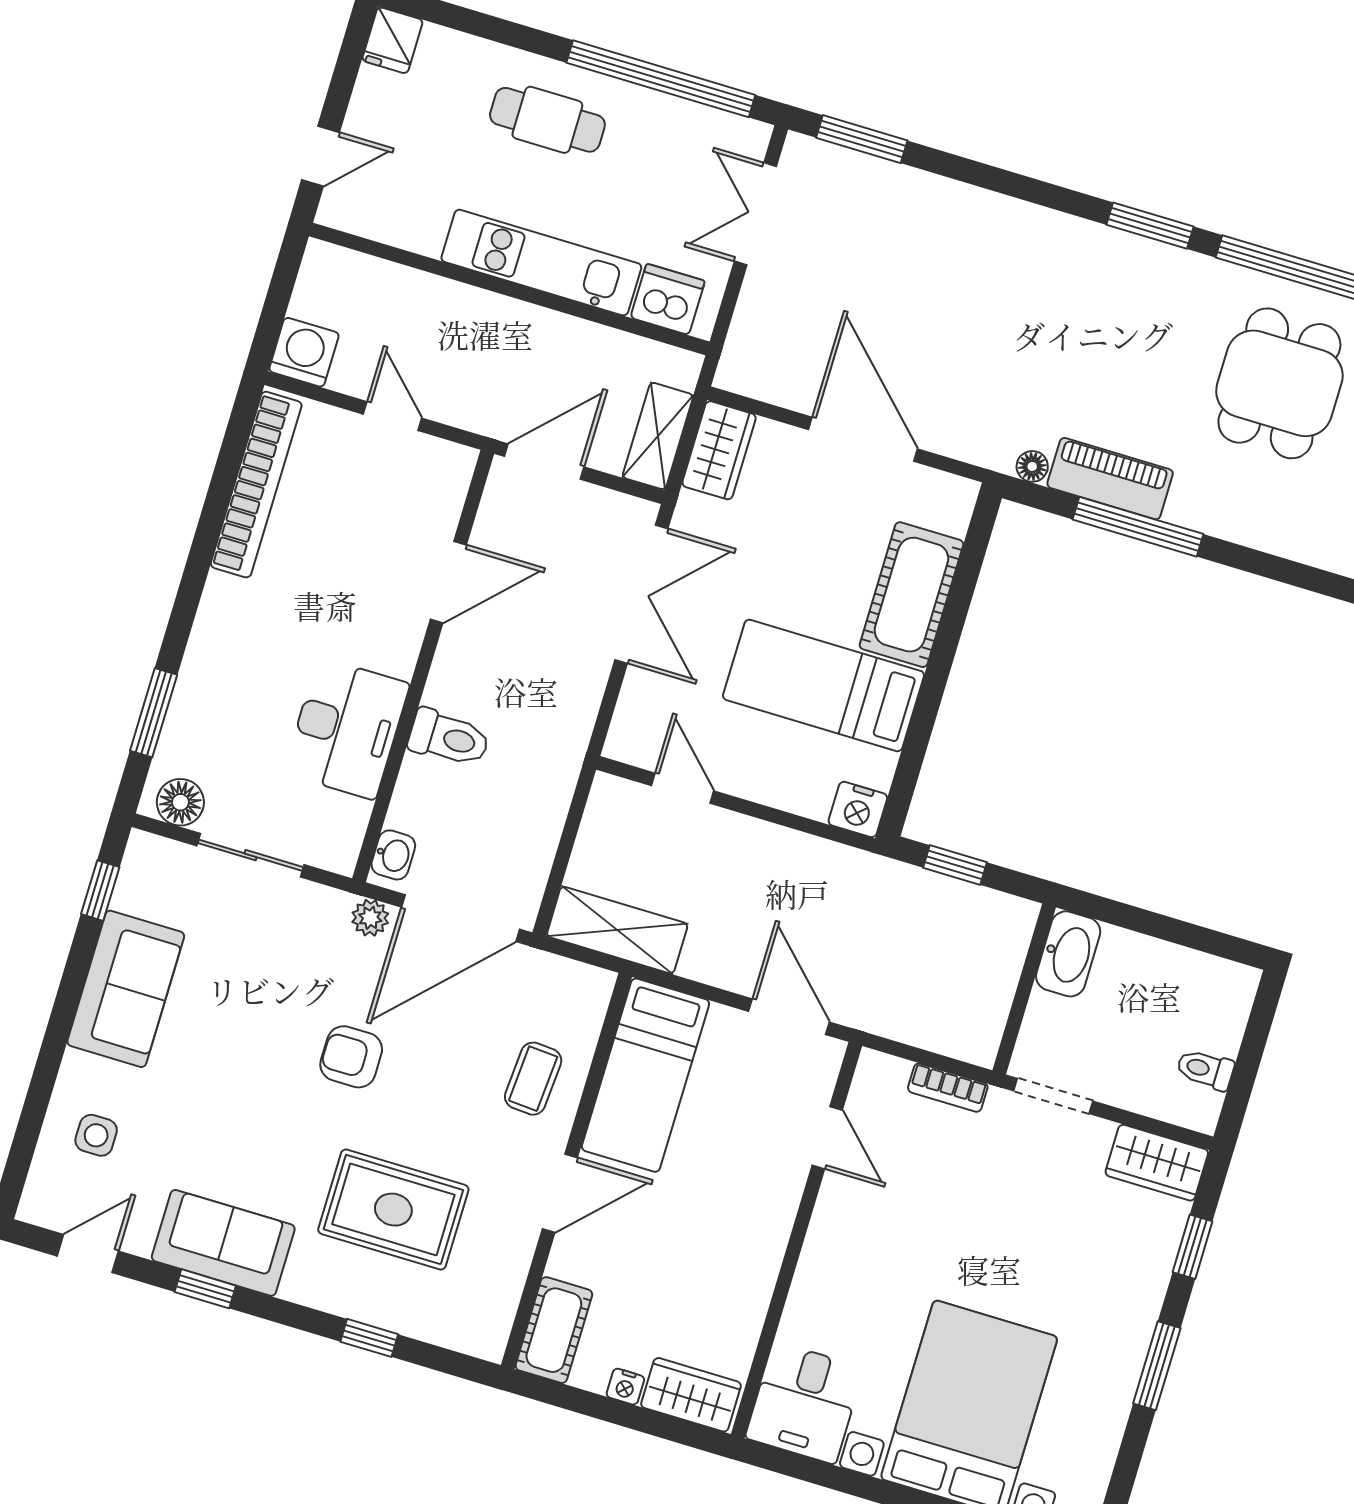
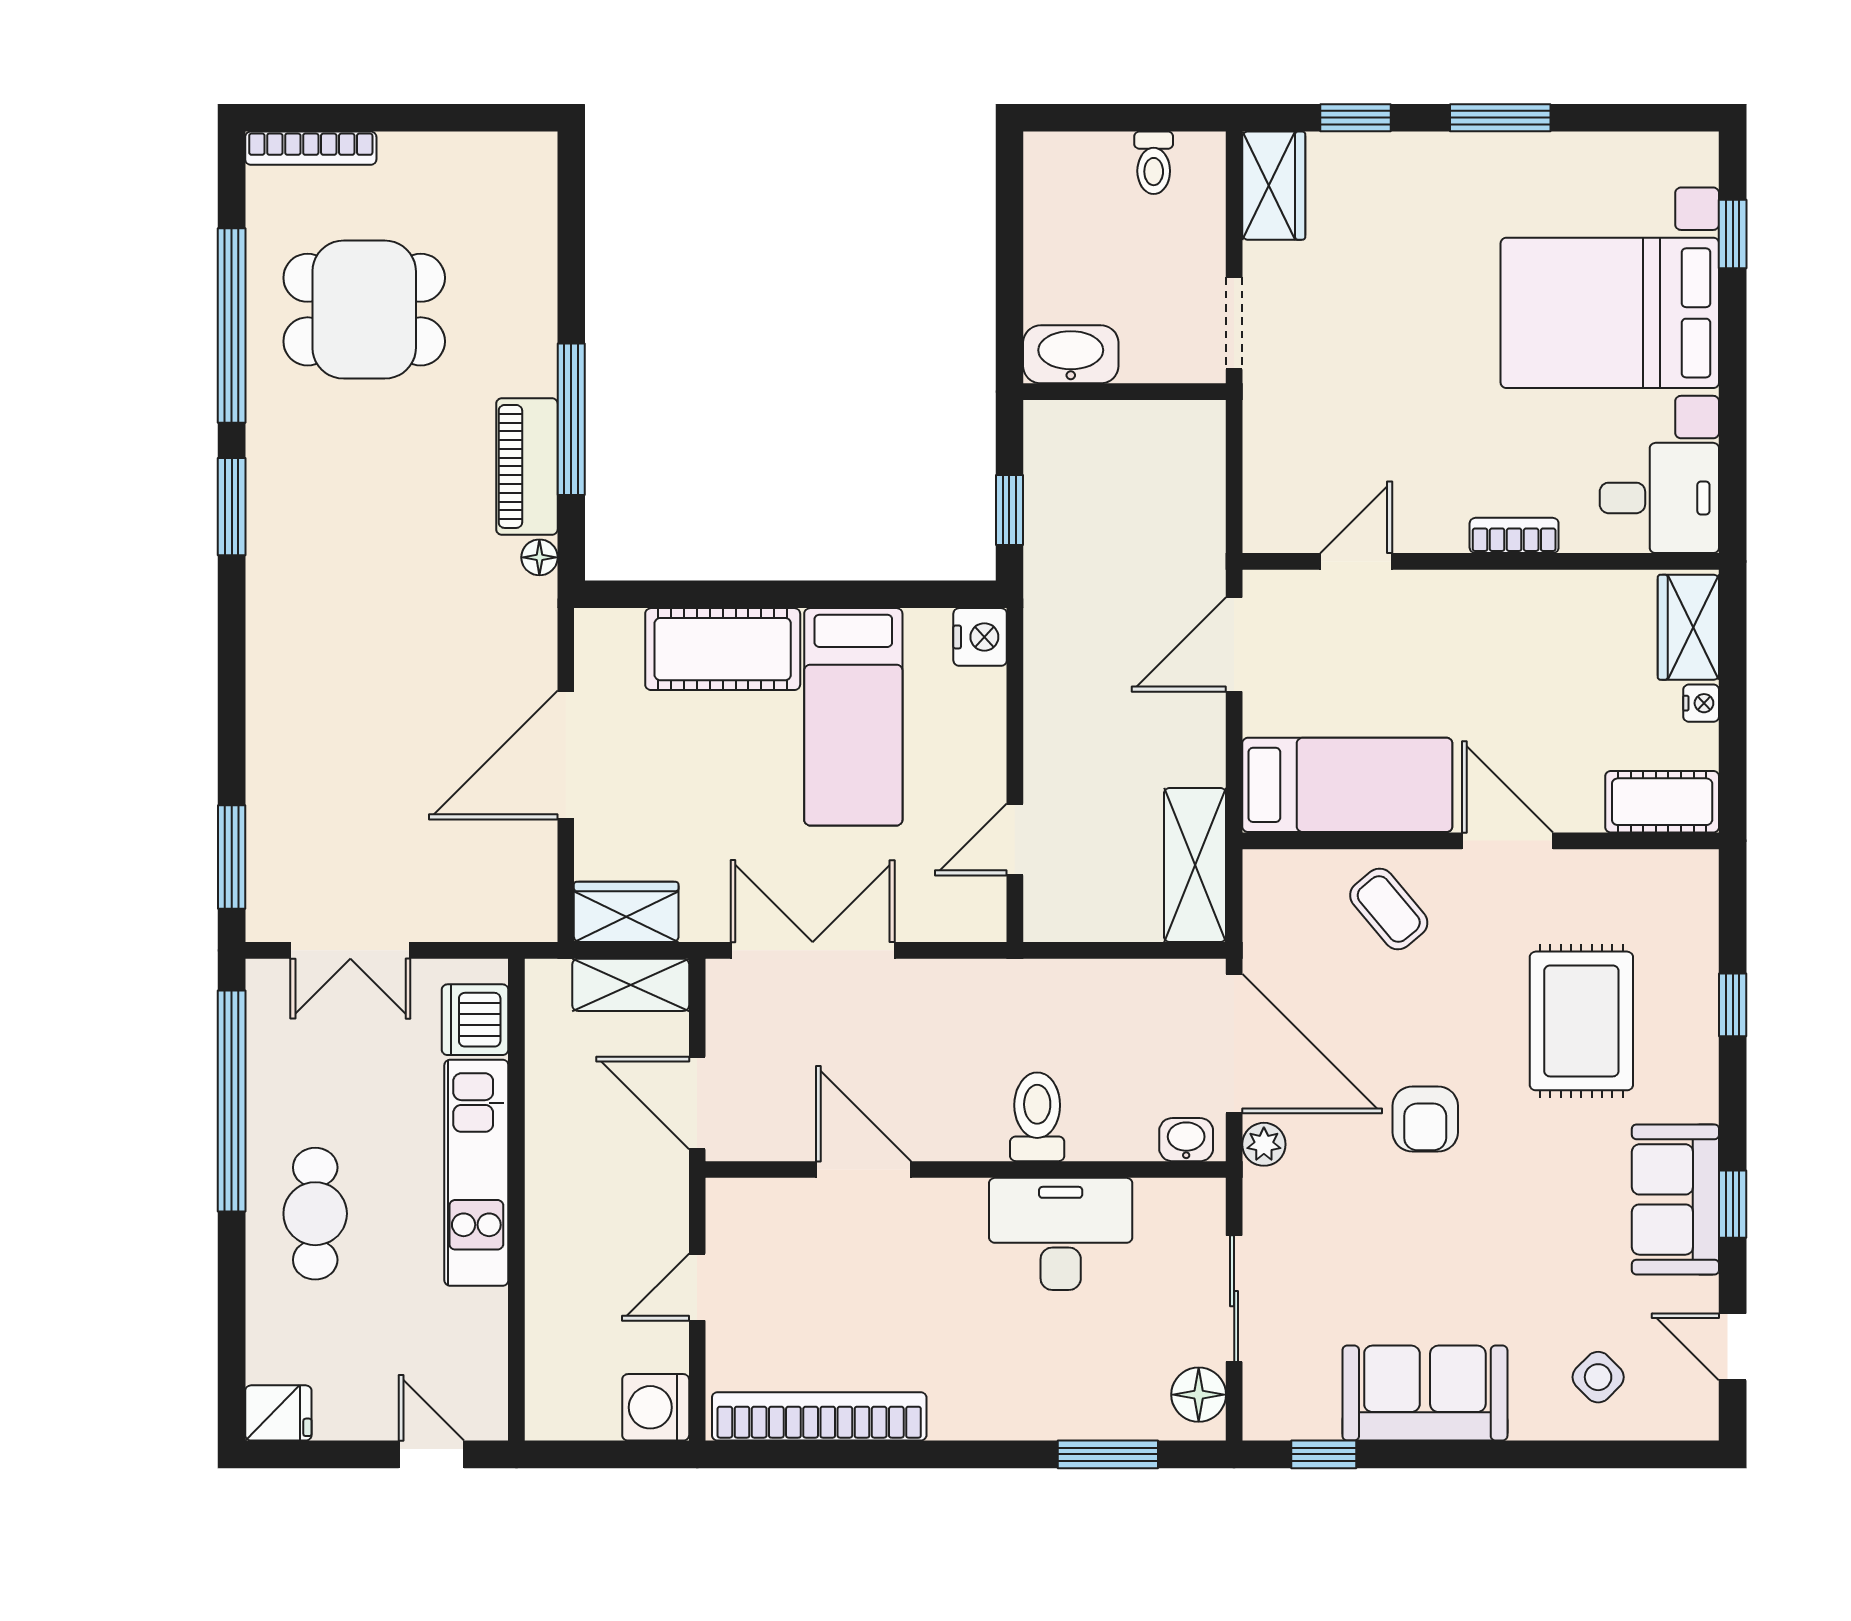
coffee table: (533, 1079) -> (1389, 909), turned 46
bookcase: (948, 1088) -> (1514, 535), moved, turned -90
side table: (96, 1135) -> (1598, 1377), turned 45

